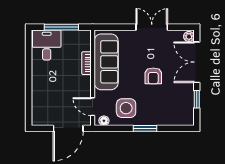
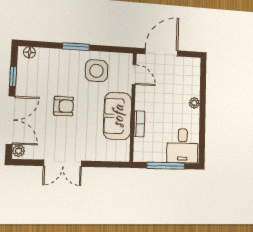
sofa: (106, 62) -> (118, 116), width x0.73
armchair: (153, 76) -> (64, 106), turned 90
plant: (36, 84) -> (194, 103), added
floor lamp: (104, 121) -> (29, 52), moved

